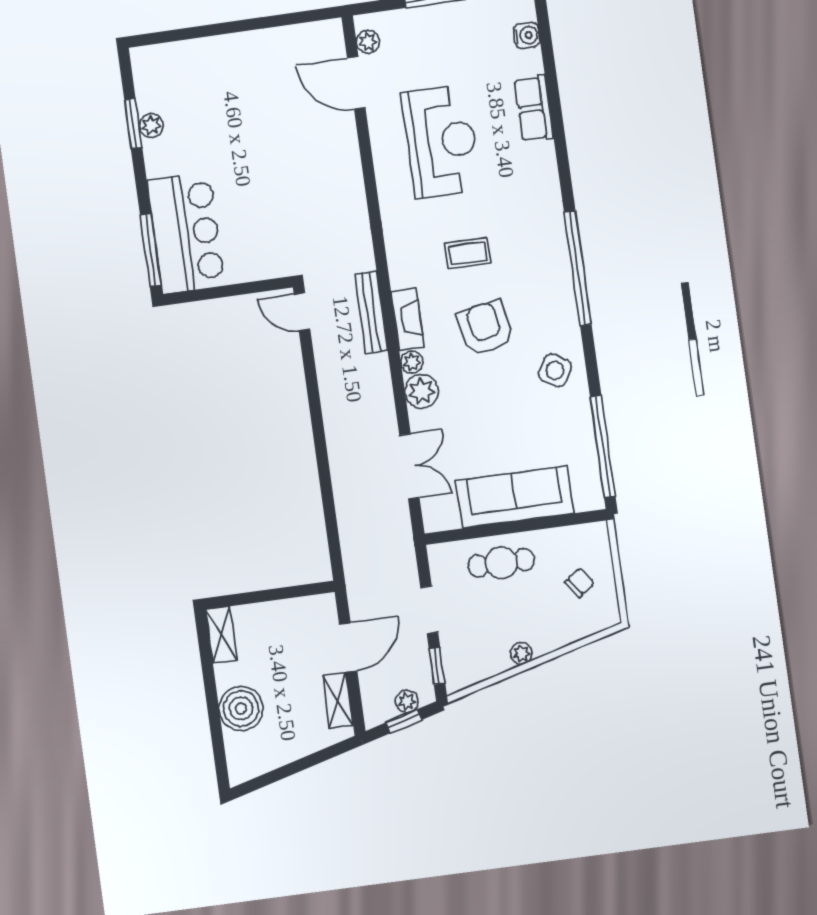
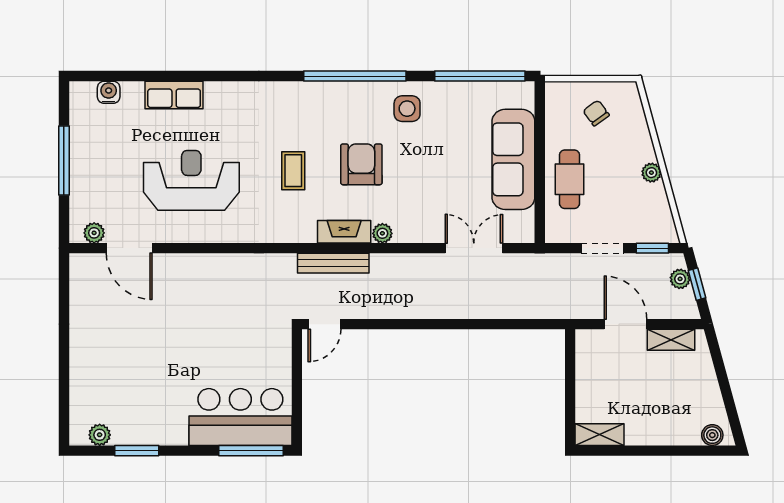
door: (356, 83) -> (129, 248), hinge flipped
plant: (151, 125) -> (100, 435), moved
window: (578, 268) -> (355, 76), moved
armchair: (486, 328) -> (361, 164), turned 101
side table: (555, 370) -> (407, 109), turned -31
plant: (422, 391) -> (409, 228), removed
boiler: (241, 709) -> (712, 435), moved, width x0.54, depth x0.54

